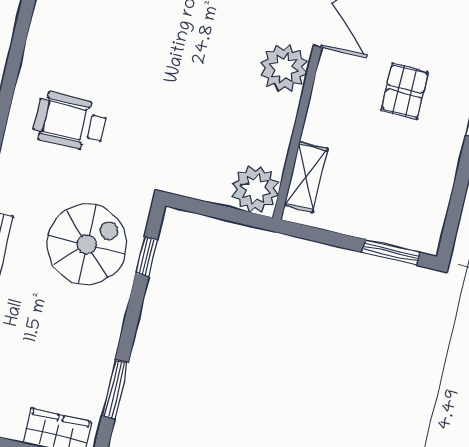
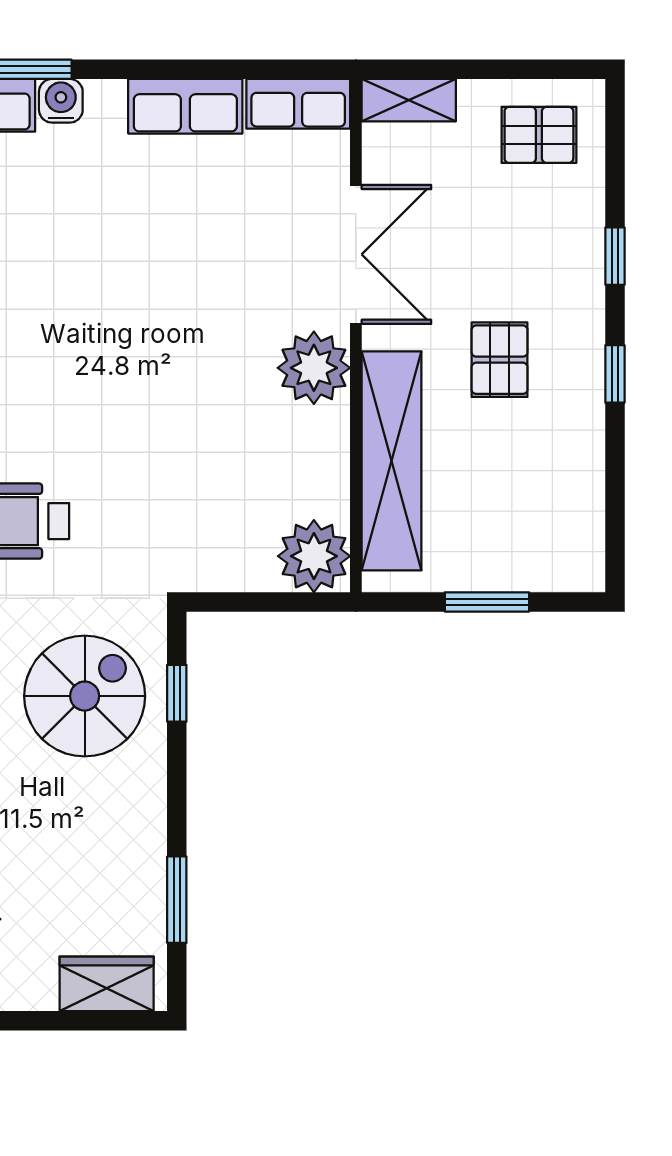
shelving: (306, 177) -> (392, 461), width x2.20, depth x1.33
window: (391, 252) -> (487, 602), moved

